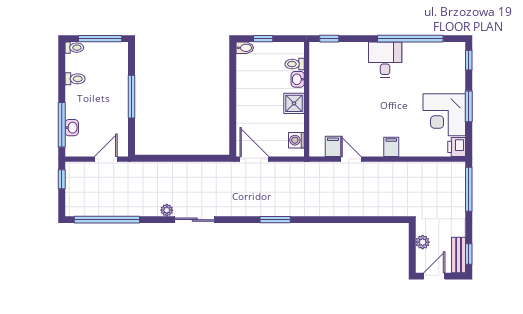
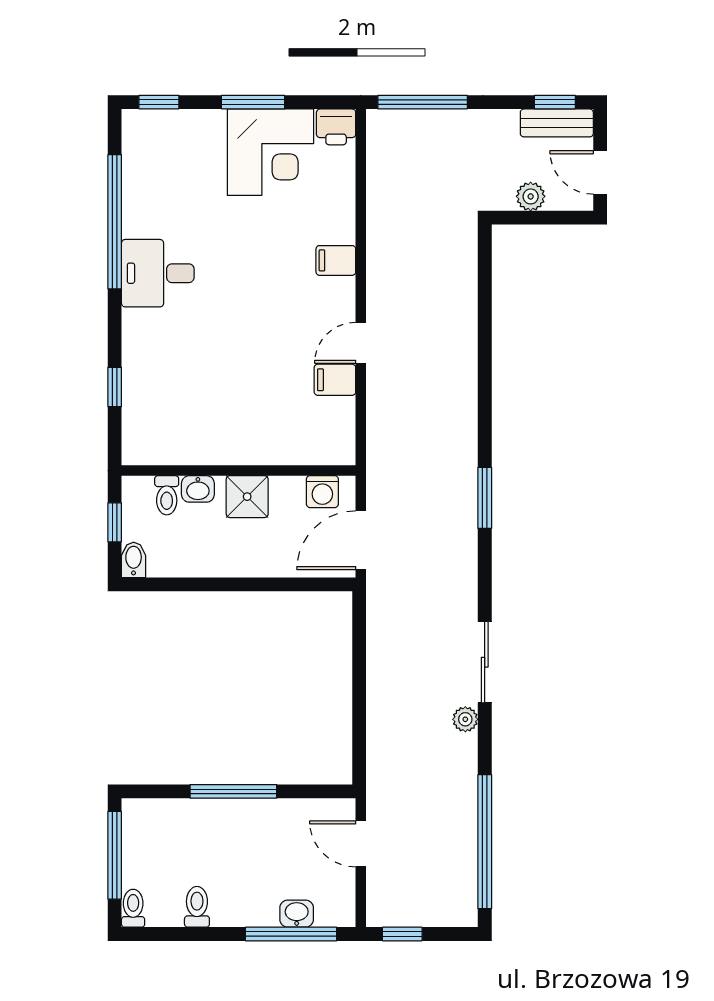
toilet: (295, 64) -> (167, 495), moved
washbasin: (298, 79) -> (198, 489), moved
wall: (307, 99) -> (239, 471), moved
shower: (294, 103) -> (247, 497), moved
washing machine: (296, 140) -> (322, 492), moved

